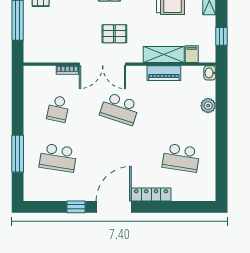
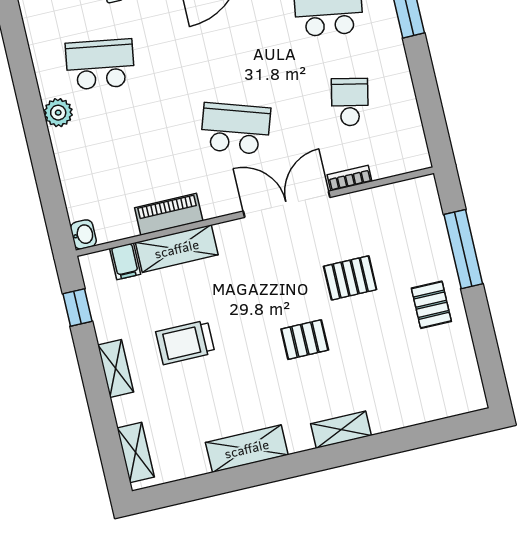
pallet: (114, 34) -> (350, 278), moved
plant: (208, 106) -> (58, 113), moved

